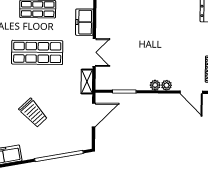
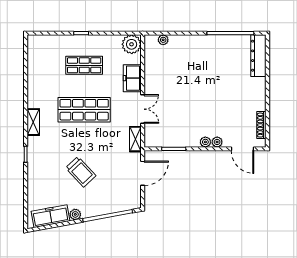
plant: (27, 154) -> (75, 214), added

